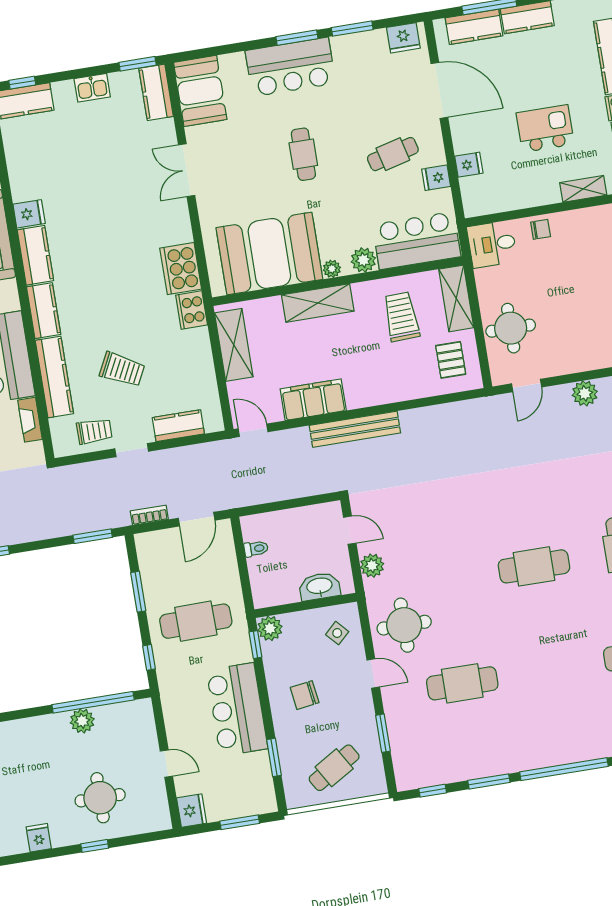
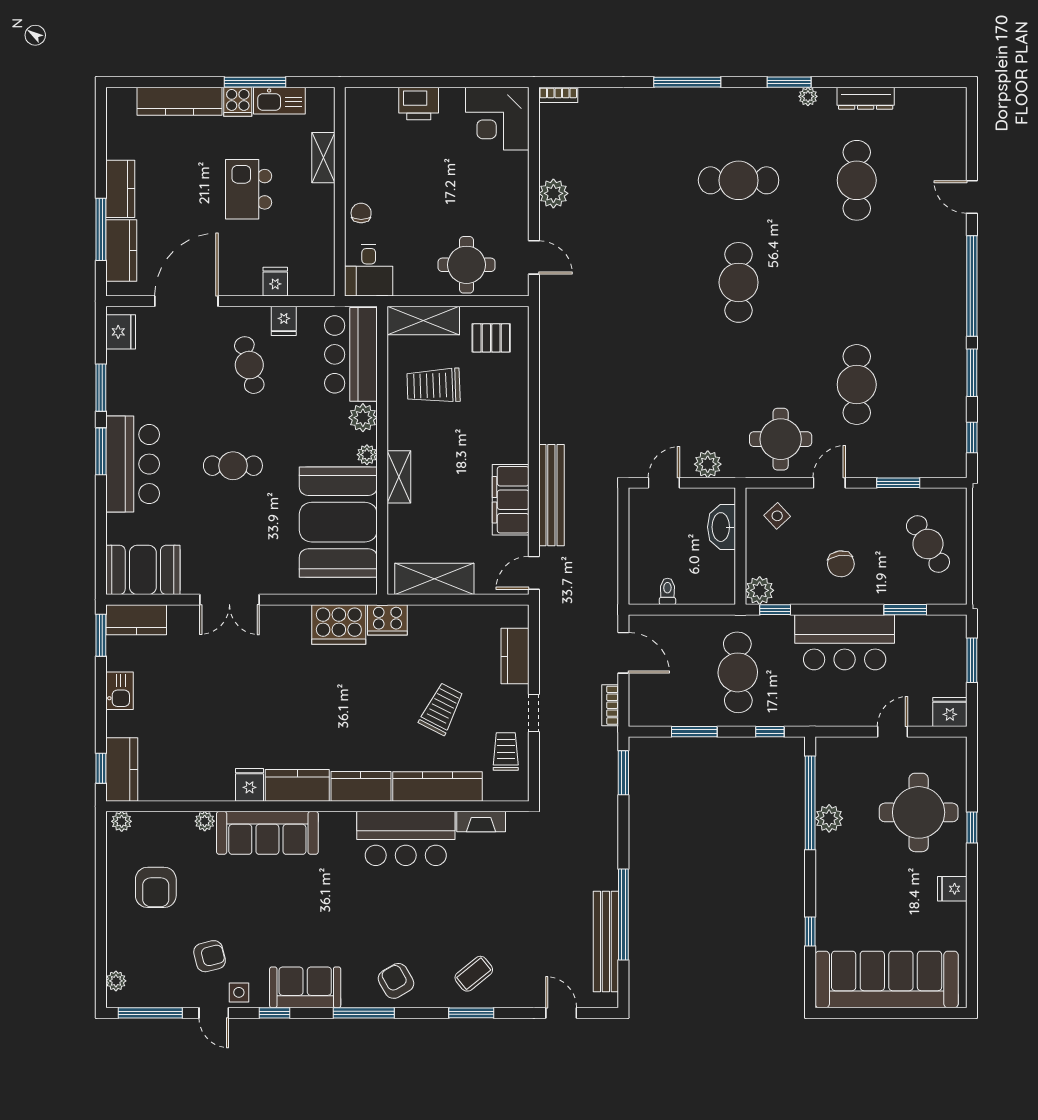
shelving: (318, 303) -> (399, 477), width x0.67, depth x0.75
bench: (355, 429) -> (551, 495), moved
round table: (100, 798) -> (919, 812), width x1.36, depth x1.36

